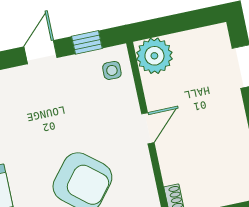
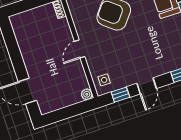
plant: (154, 56) -> (87, 94), width x0.53, depth x0.53

